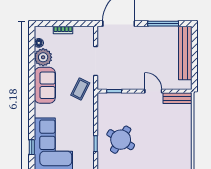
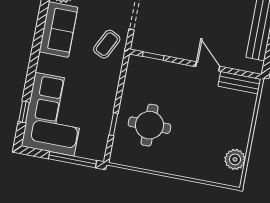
round table: (121, 140) -> (149, 125), turned -32
plant: (185, 152) -> (235, 159), added

